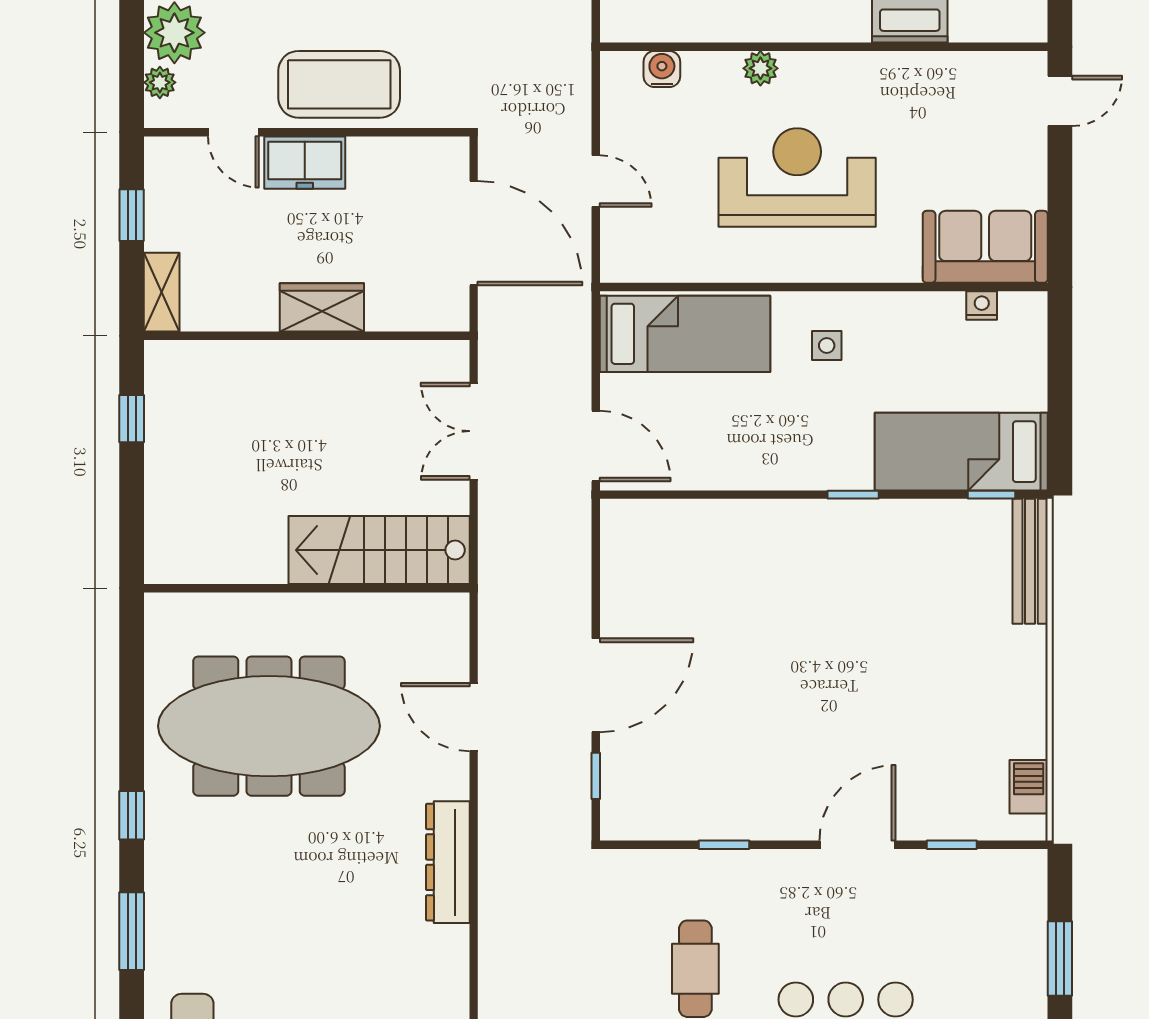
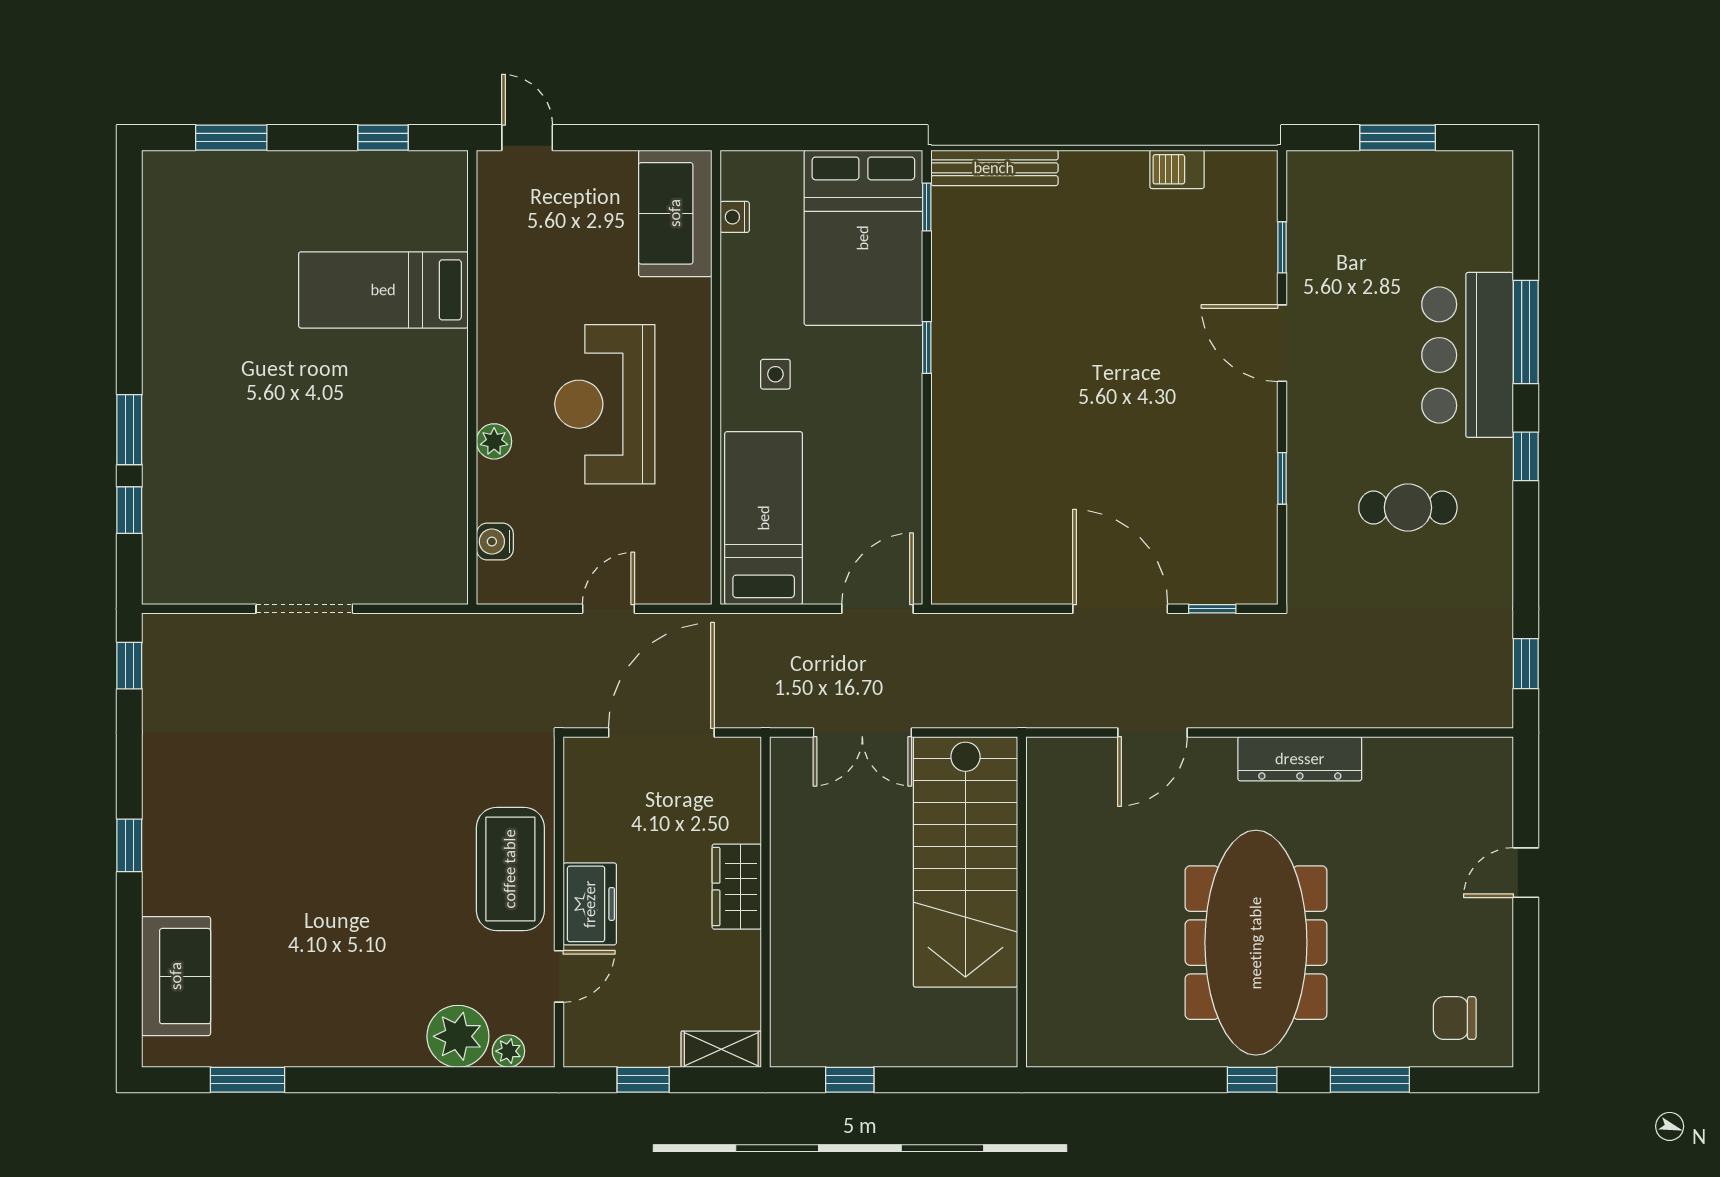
bed: (961, 452) -> (863, 238), width x1.50
stairs: (379, 550) -> (965, 862), width x1.36, depth x1.51
meeting table: (269, 726) -> (1256, 943), moved
barbecue: (1029, 787) -> (1177, 169), moved

